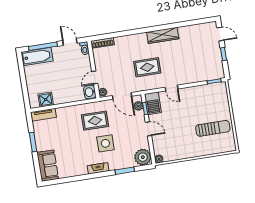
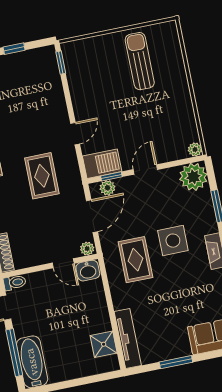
tv unit: (43, 115) -> (128, 338), width x1.41

